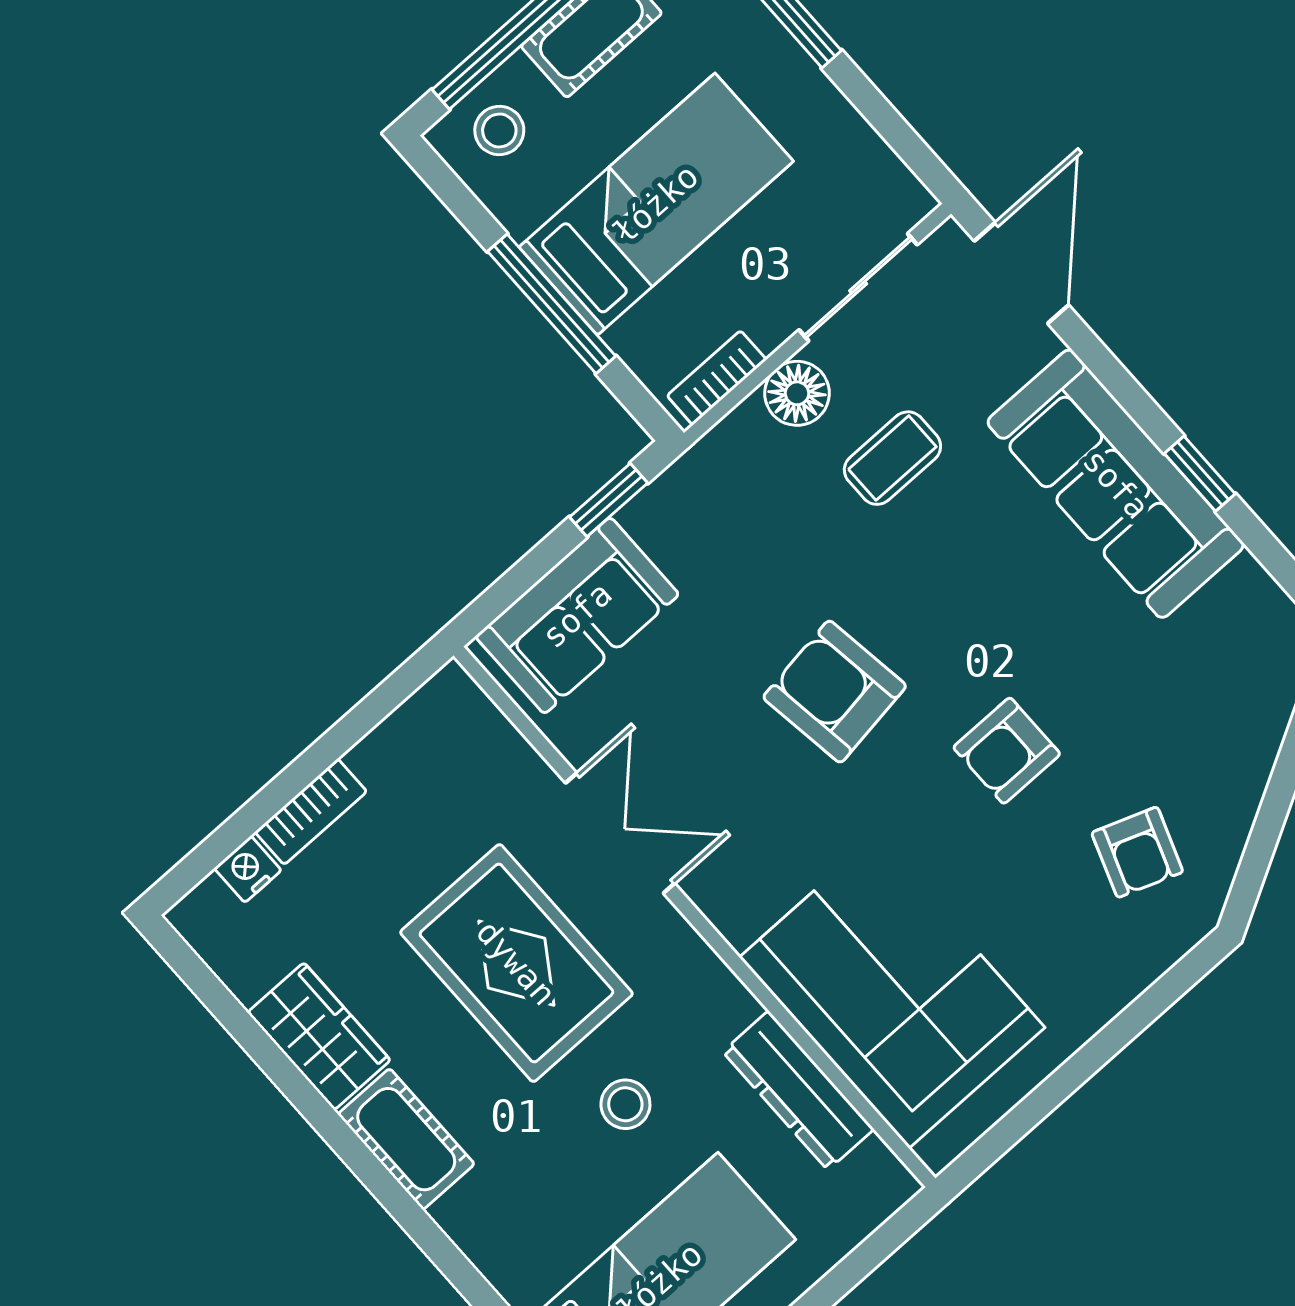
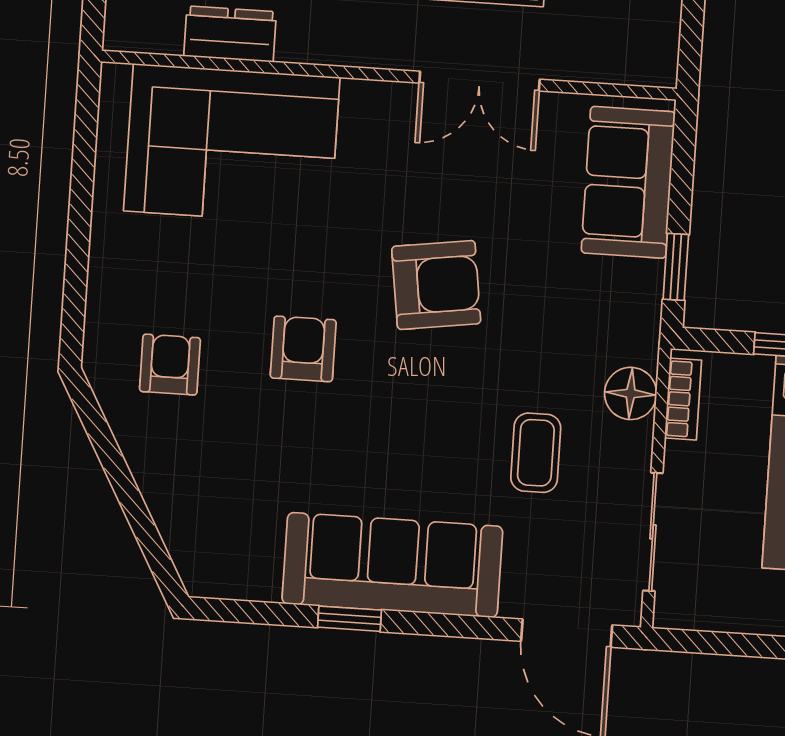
floor lamp: (797, 393) -> (631, 393), moved
armchair: (1137, 852) -> (170, 365), turned 70
dresser: (798, 1090) -> (230, 34), width x0.70

